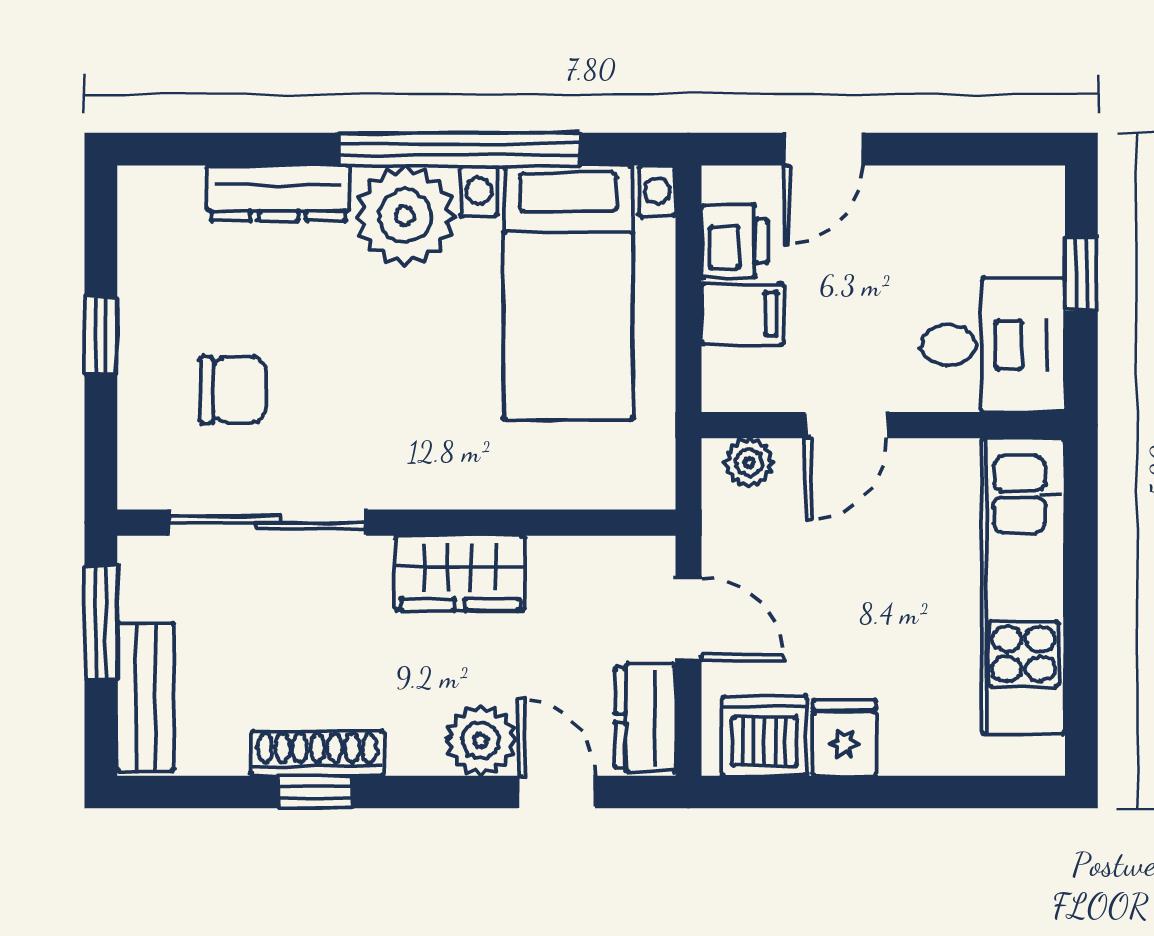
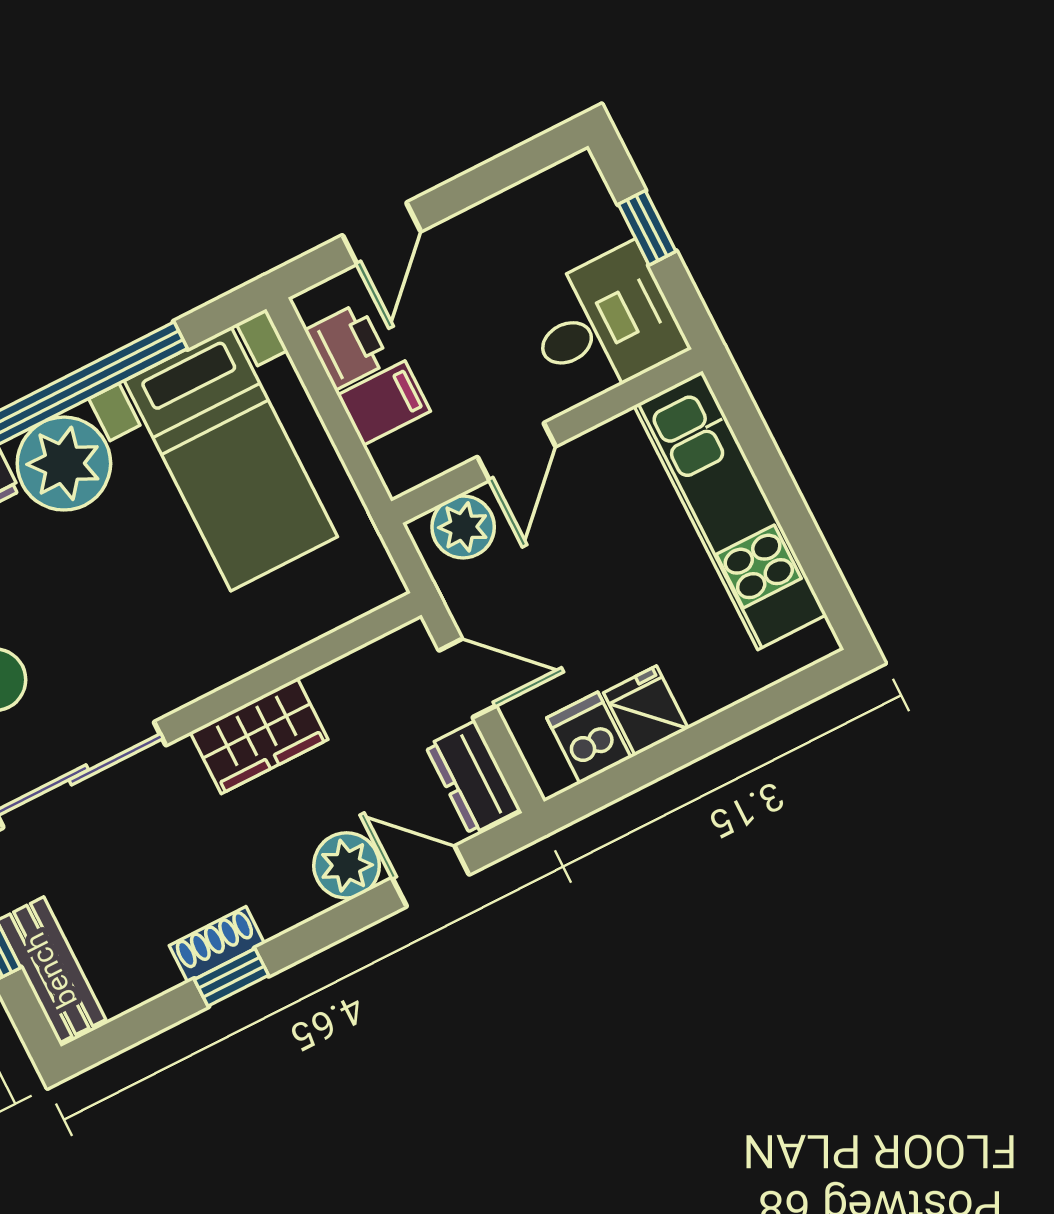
plant: (749, 463) -> (463, 527), width x1.38, depth x1.38
dishwasher: (765, 736) -> (589, 738), width x0.73
shoe rack: (317, 753) -> (217, 944), width x0.70

